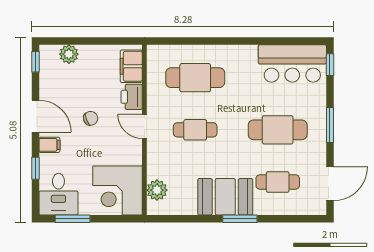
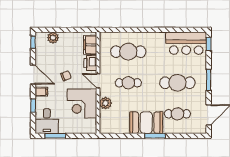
corner desk: (118, 190) -> (82, 104), moved
plant: (157, 190) -> (106, 103), moved

